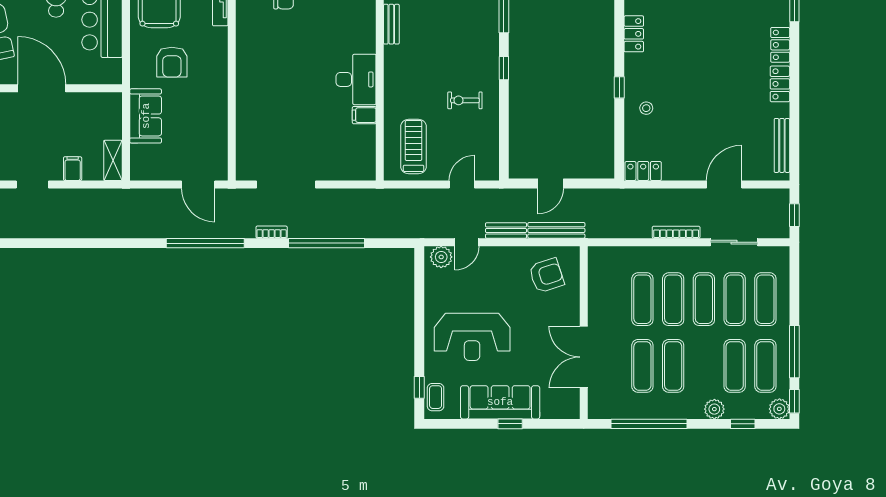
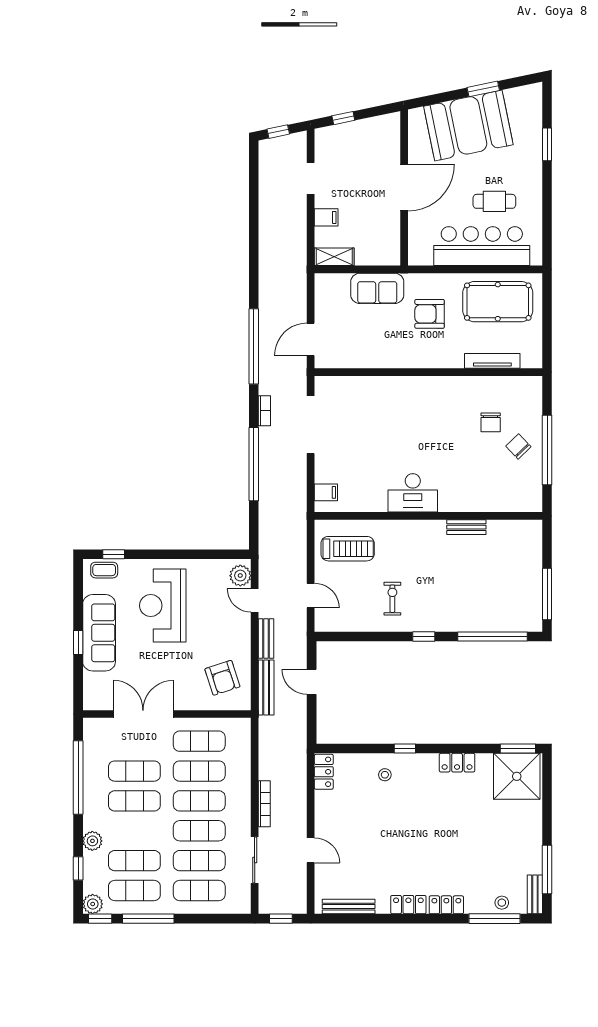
filing cabinet: (364, 115) -> (326, 492), moved, turned 90
door: (724, 184) -> (311, 850), width x0.73
exercise mat: (612, 299) -> (199, 741), added

